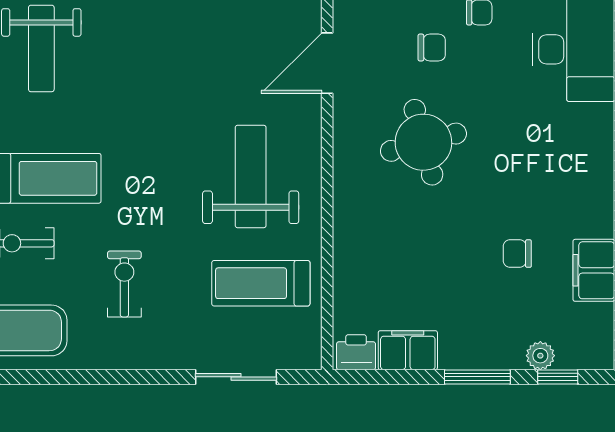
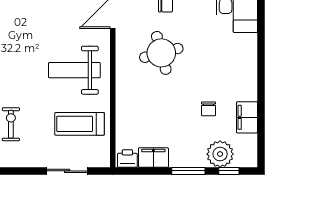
weight bench: (251, 176) -> (74, 70), turned -90
chair: (517, 254) -> (209, 109), turned -90
plant: (540, 356) -> (220, 154), width x1.87, depth x1.87

